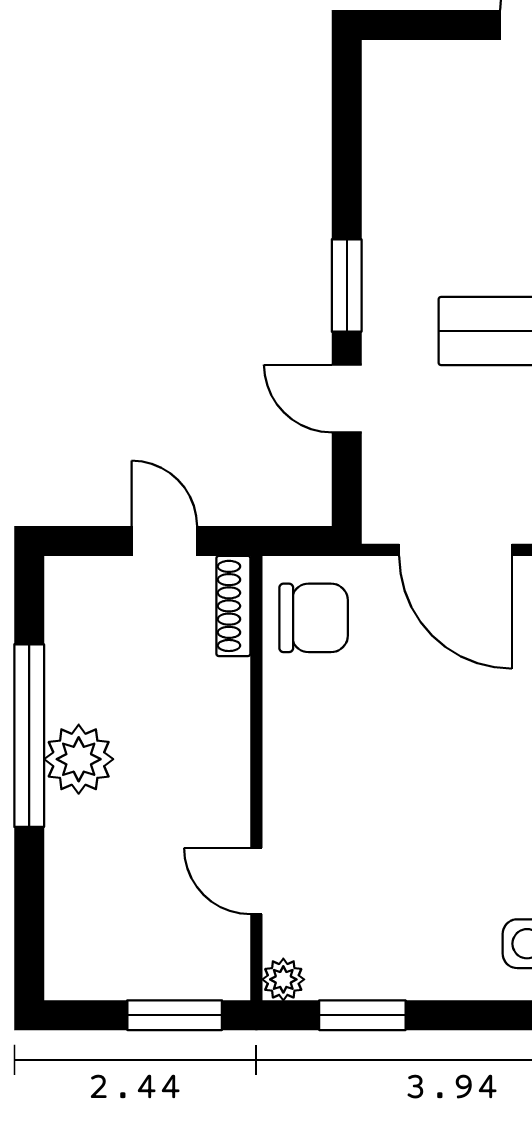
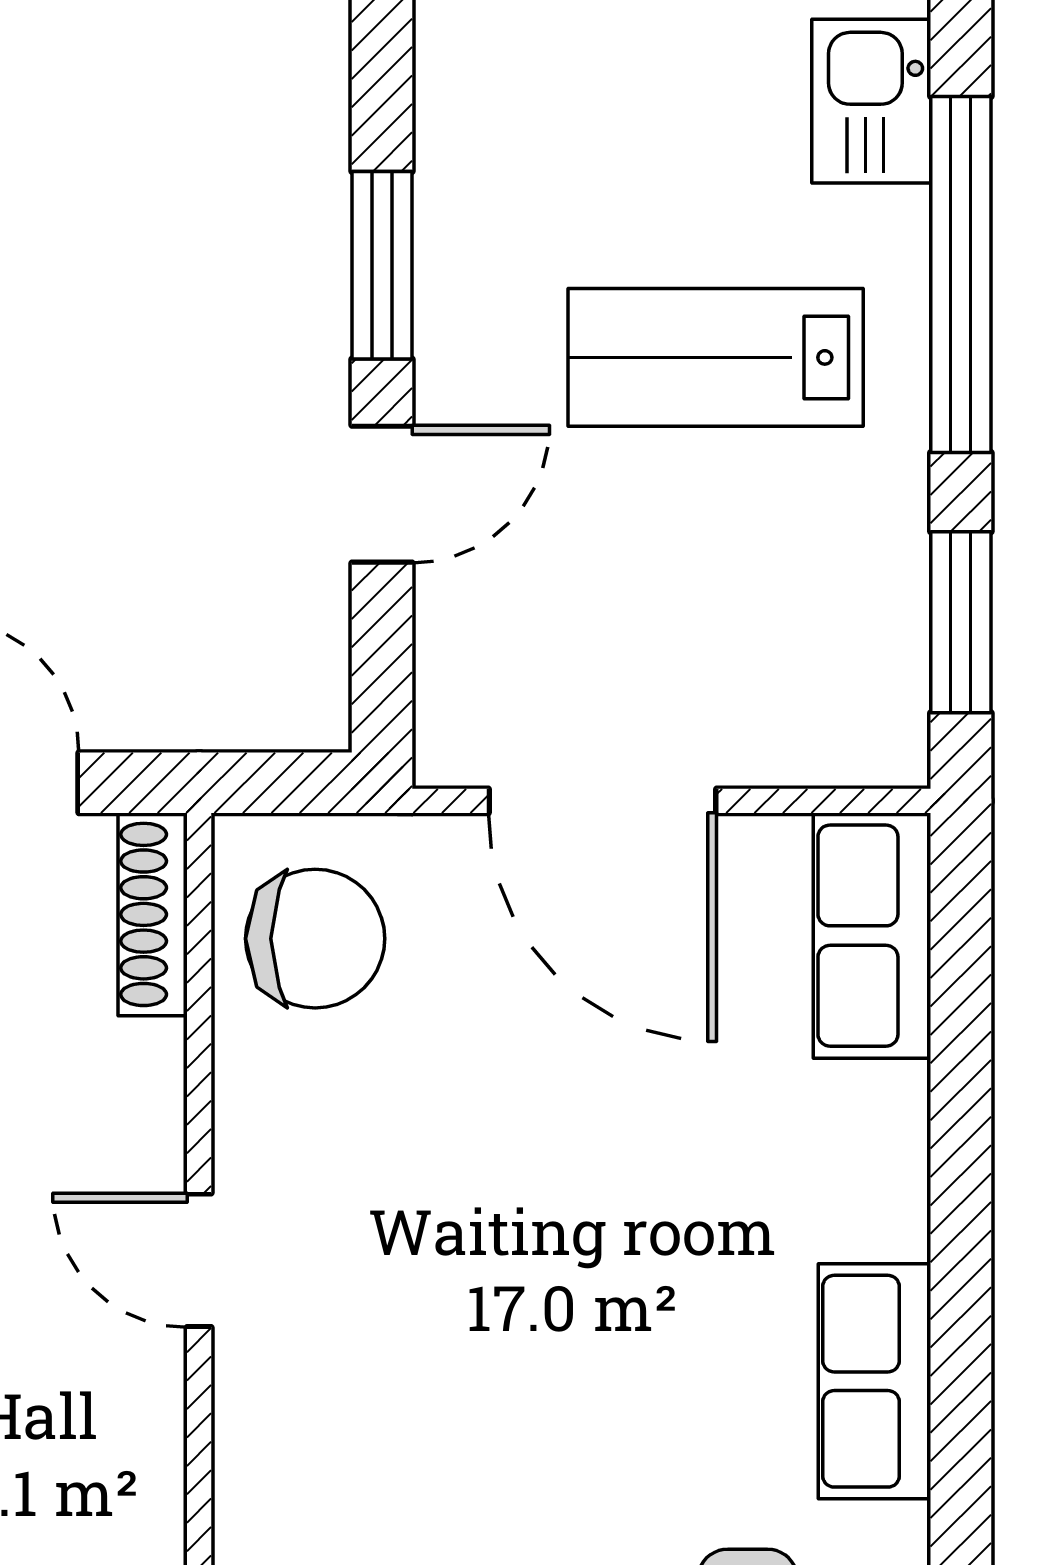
door: (347, 398) -> (382, 494), swing flipped
door: (256, 881) -> (199, 1260), moved

